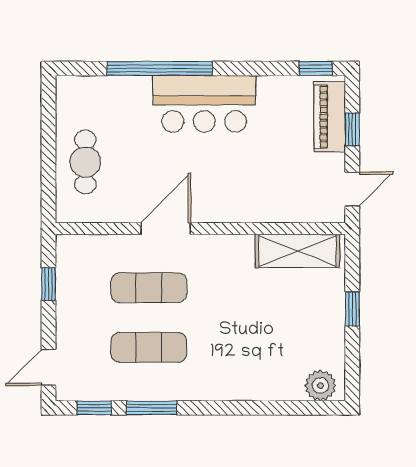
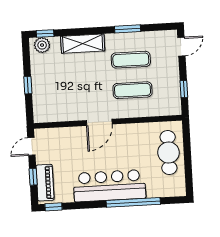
bar counter: (204, 104) -> (109, 186), width x1.36
cafe table: (85, 162) -> (169, 153), width x1.37, depth x1.35
door: (166, 229) -> (99, 122), moved
shelving: (297, 251) -> (83, 44), moved
window: (94, 408) -> (45, 33), moved

